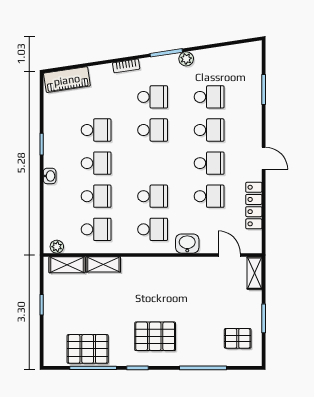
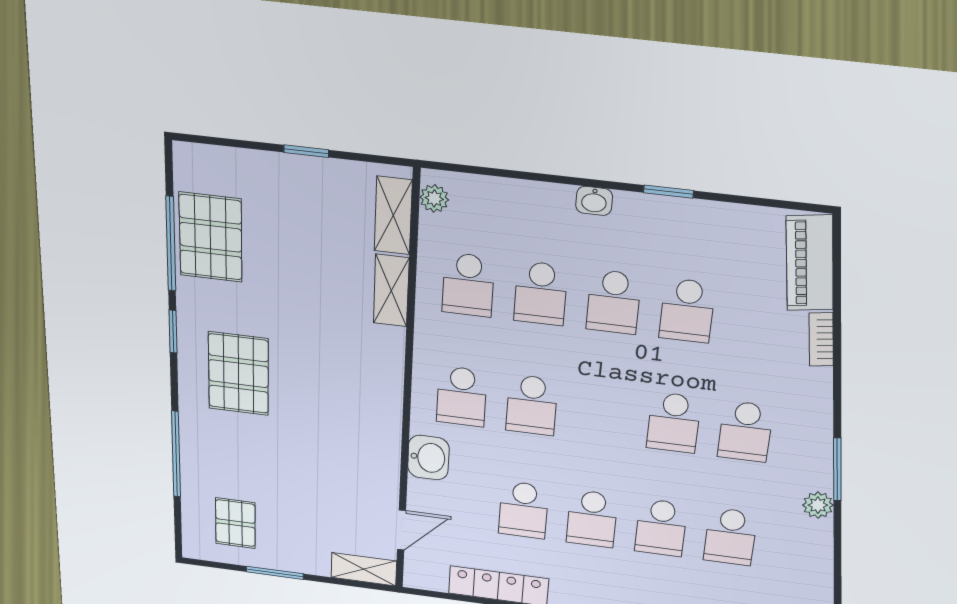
bookcase: (126, 66) -> (821, 339), moved

